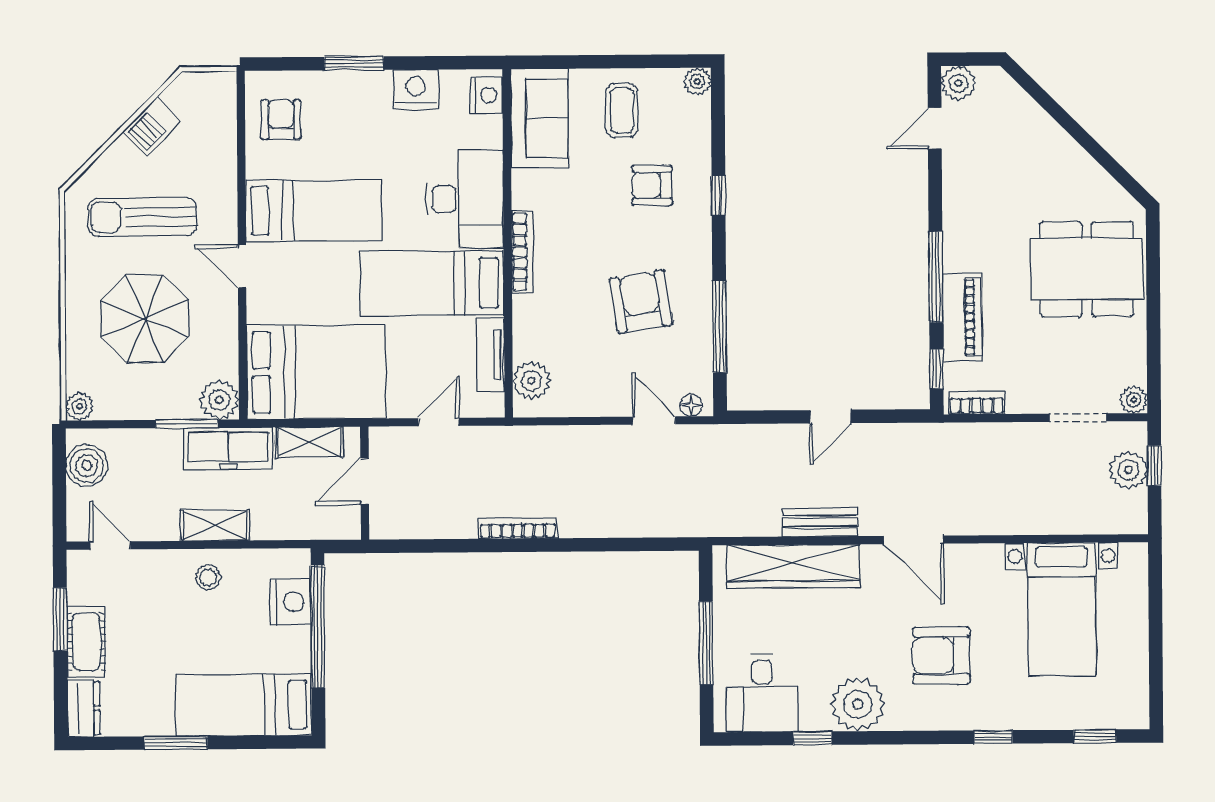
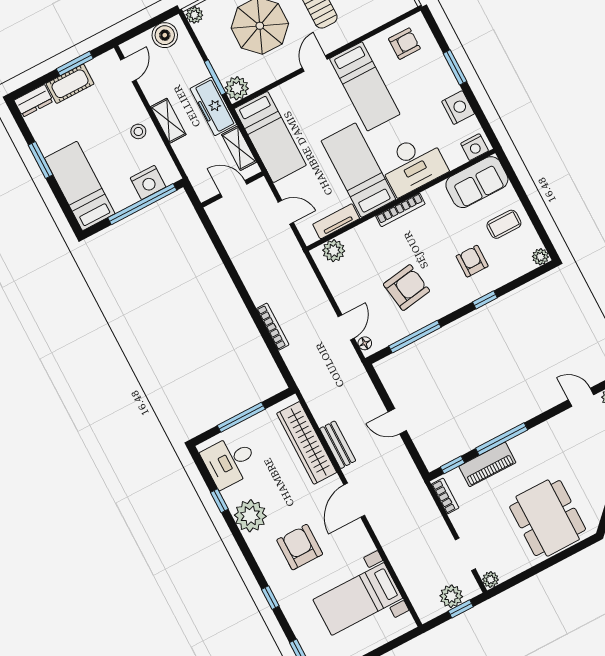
bed: (316, 372) -> (270, 137), width x0.67
bookcase: (518, 528) -> (273, 327), moved

